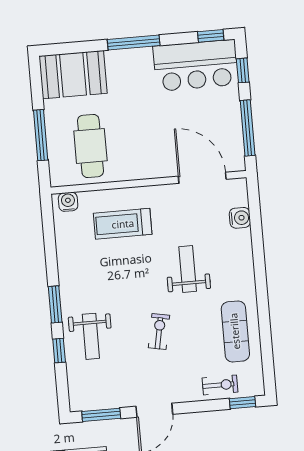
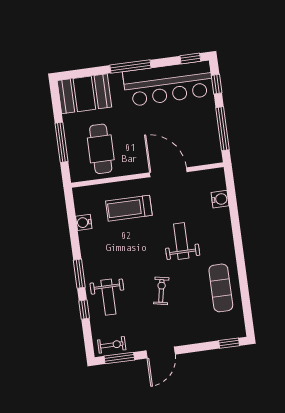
bar counter: (196, 65) -> (168, 83), width x1.36
door: (202, 178) -> (168, 172), moved
water cooler: (68, 202) -> (84, 222), moved, turned -90
exercise bike: (220, 385) -> (112, 345), moved

